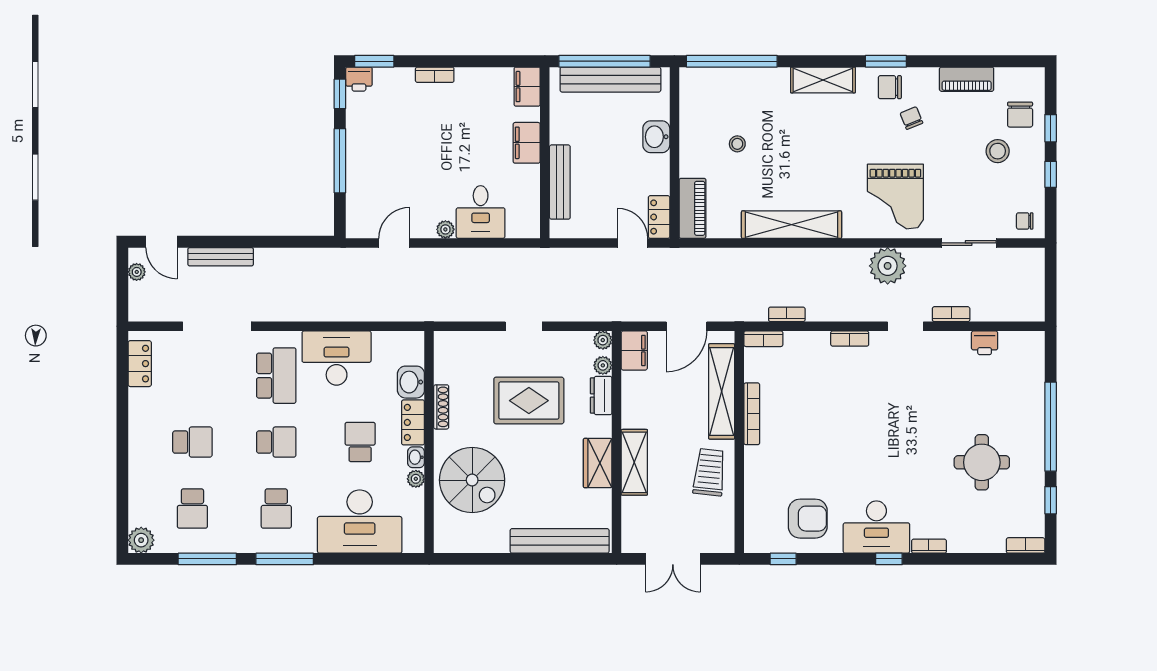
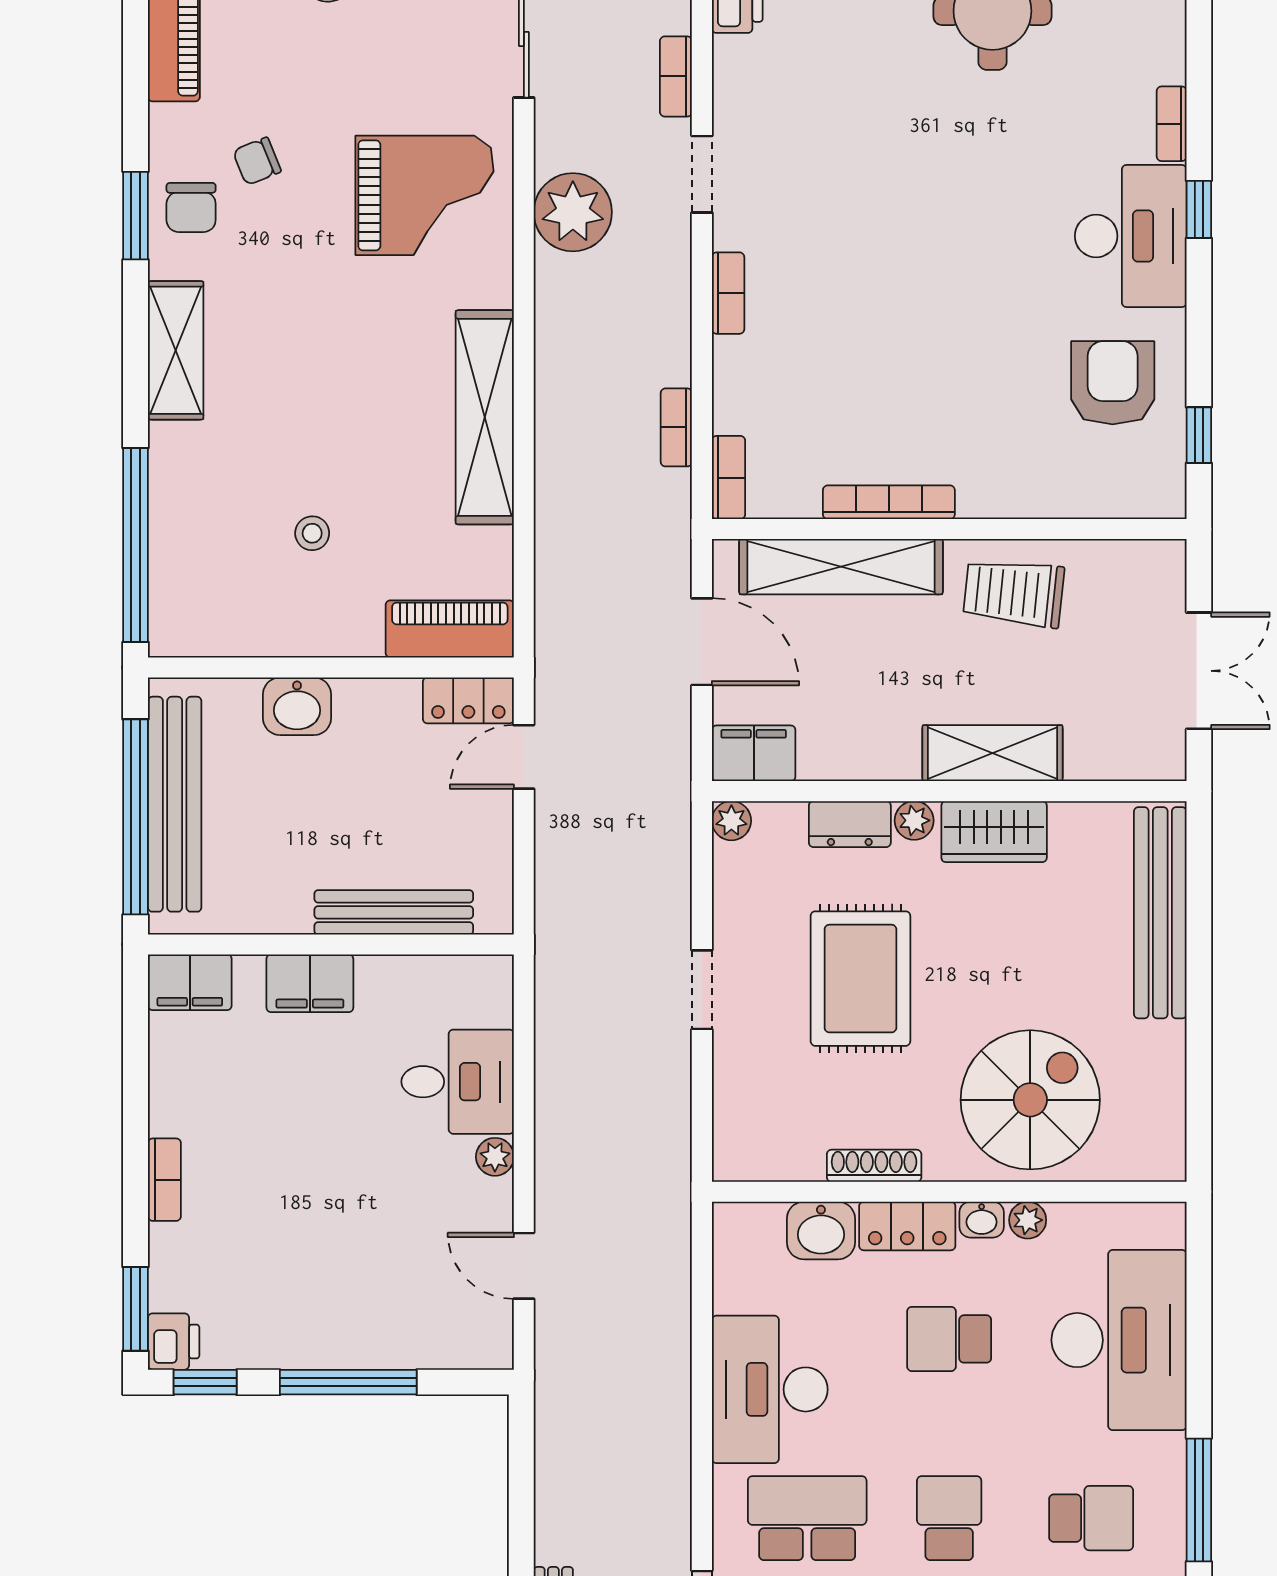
plant: (603, 365) -> (914, 820), moved

